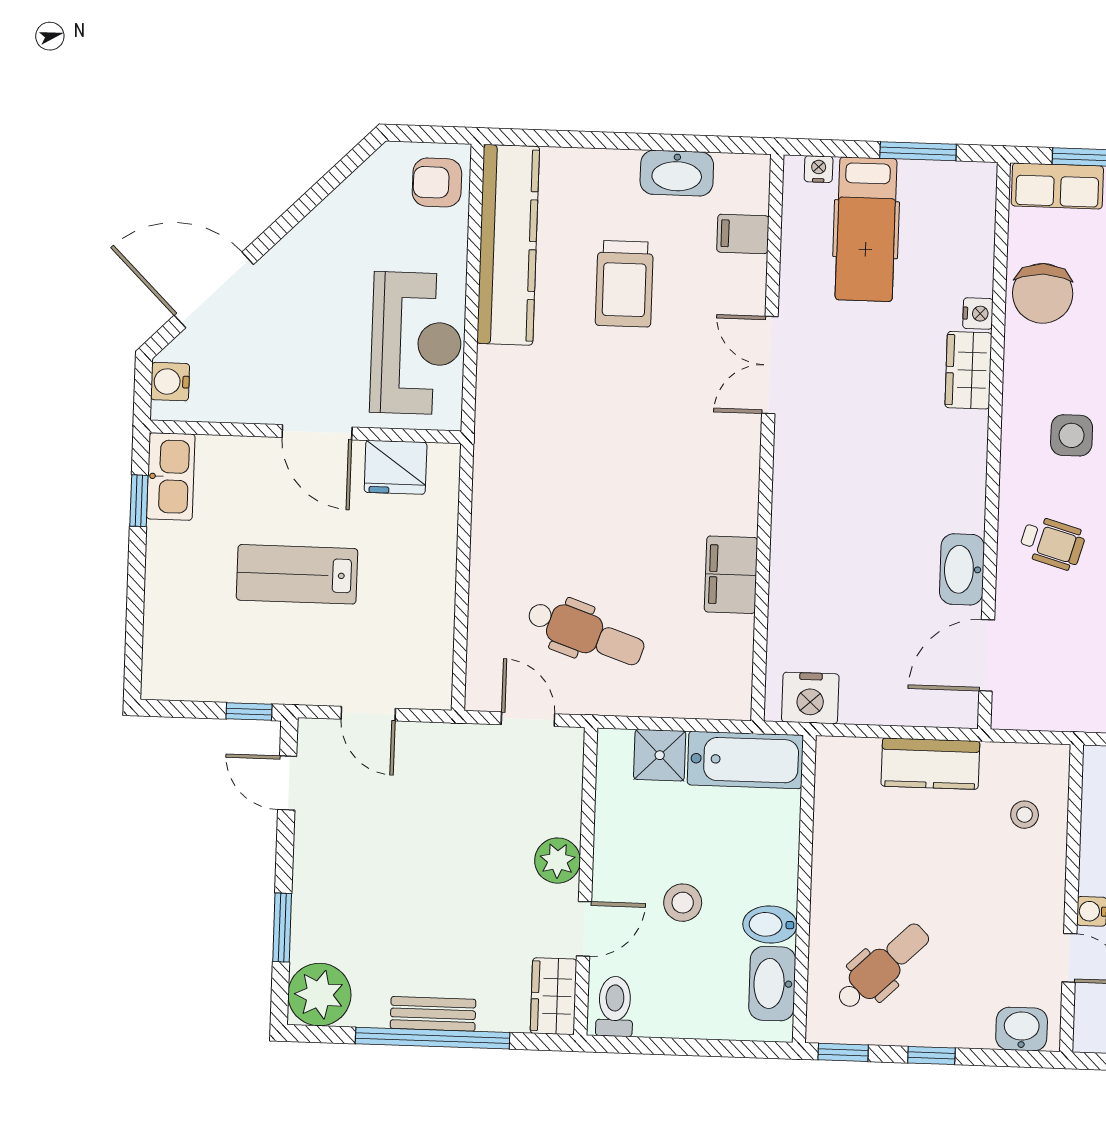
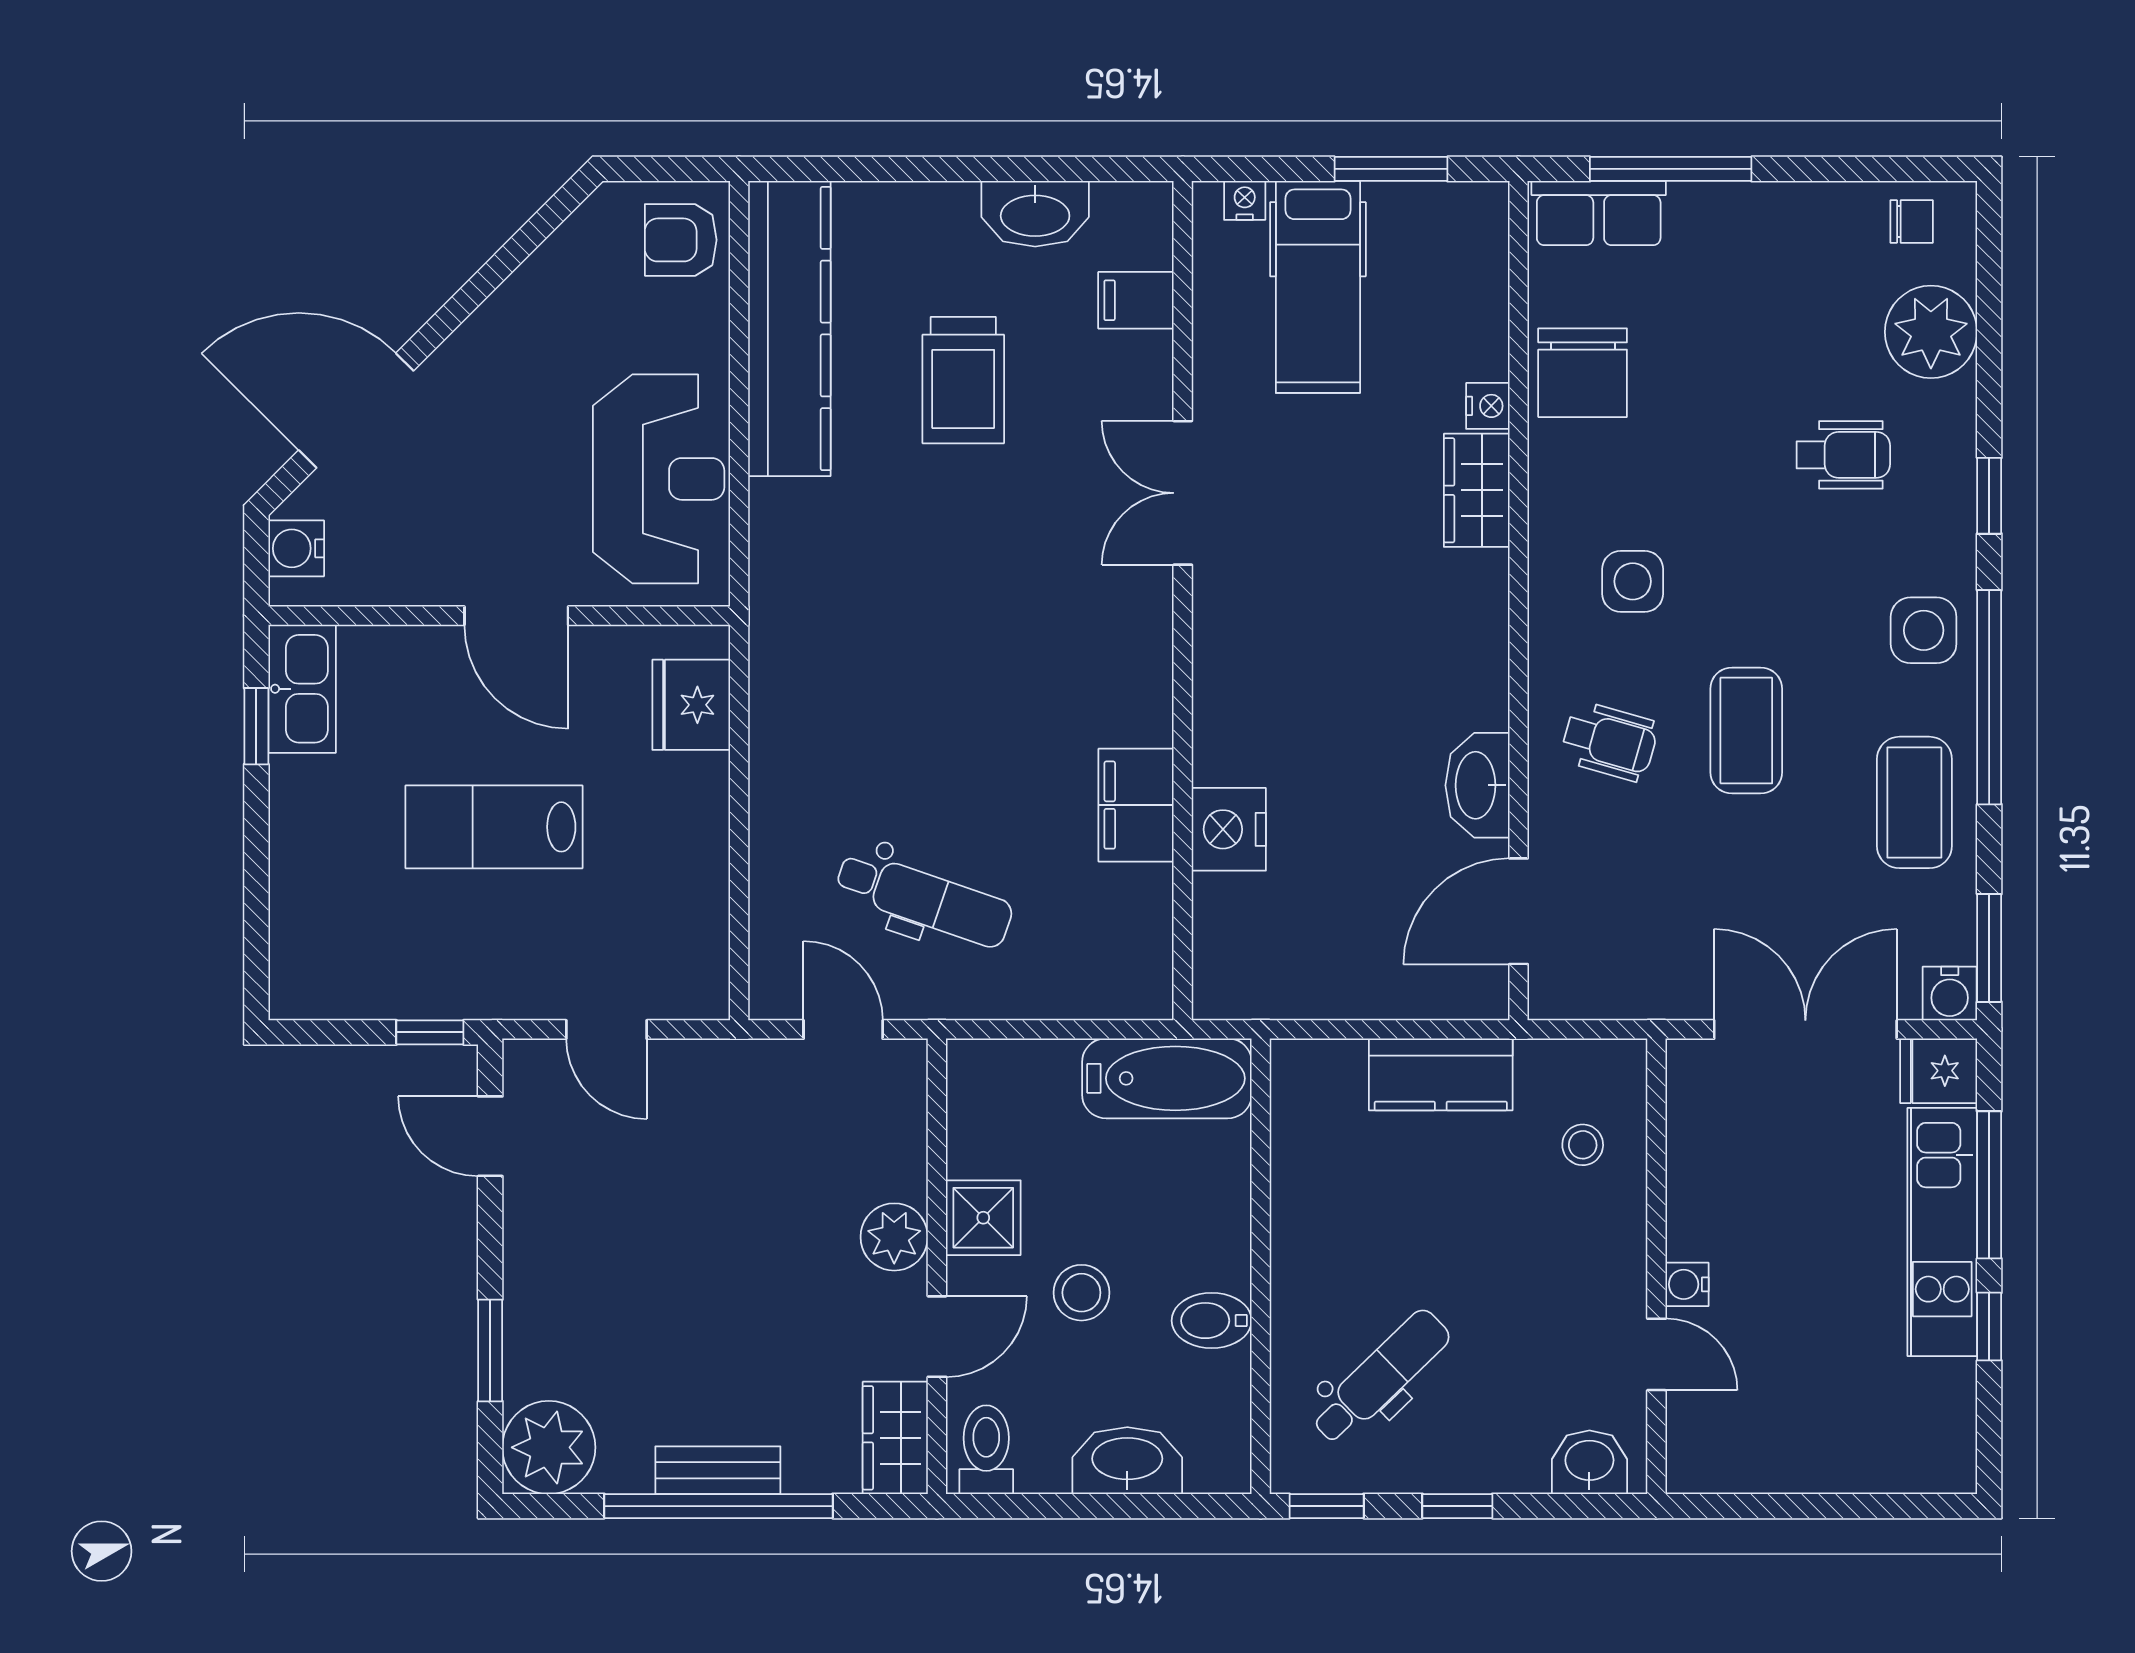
fridge: (396, 467) -> (691, 705), moved, turned 90
nightstand: (810, 698) -> (1229, 829), moved, turned 90
shower: (660, 755) -> (983, 1218), moved
washbasin: (772, 984) -> (1127, 1461), moved, turned 90

